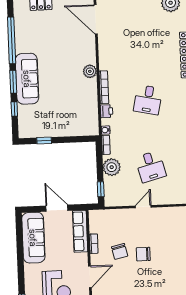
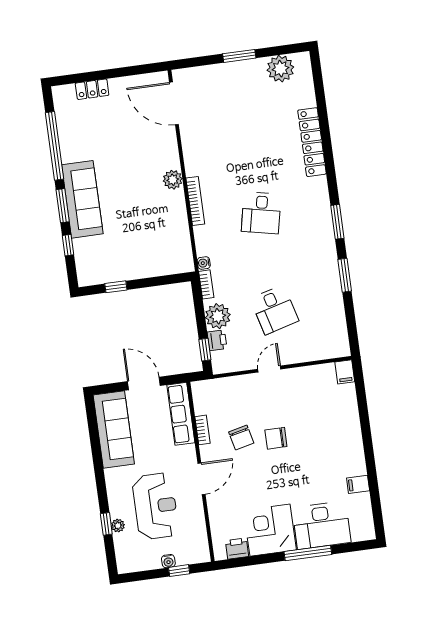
printer: (107, 111) -> (217, 340), moved

